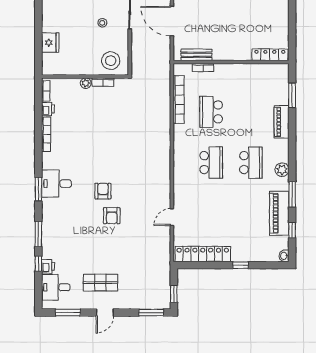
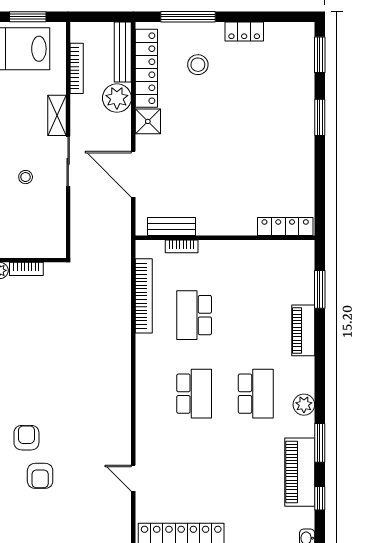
stool: (111, 61) -> (38, 236), removed
door: (172, 217) -> (133, 478), hinge flipped

